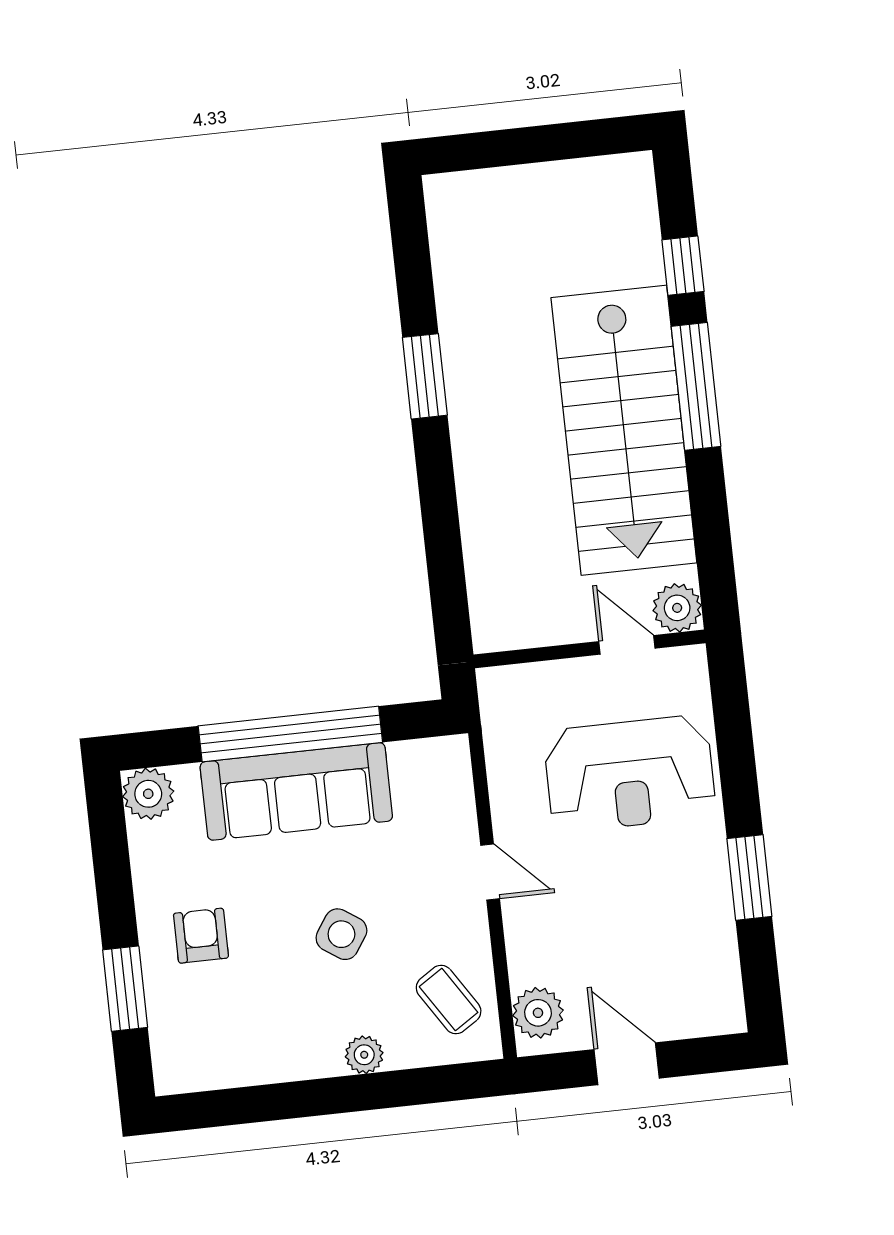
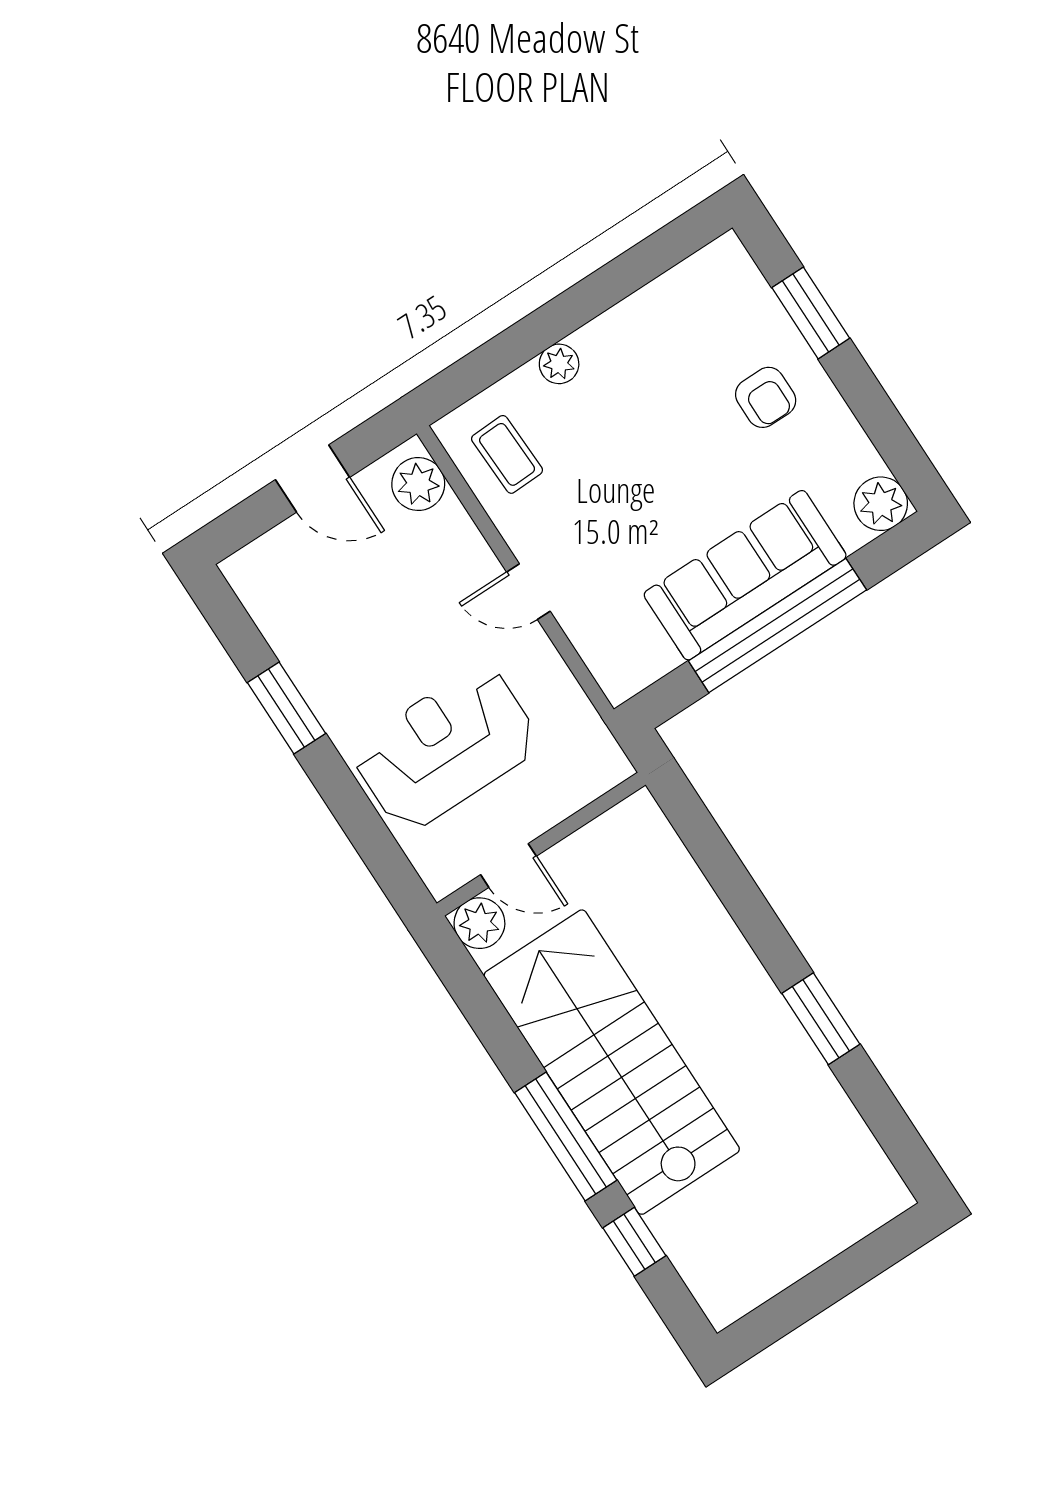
side table: (341, 934) -> (637, 465), removed
coffee table: (449, 1000) -> (507, 454), turned 31

